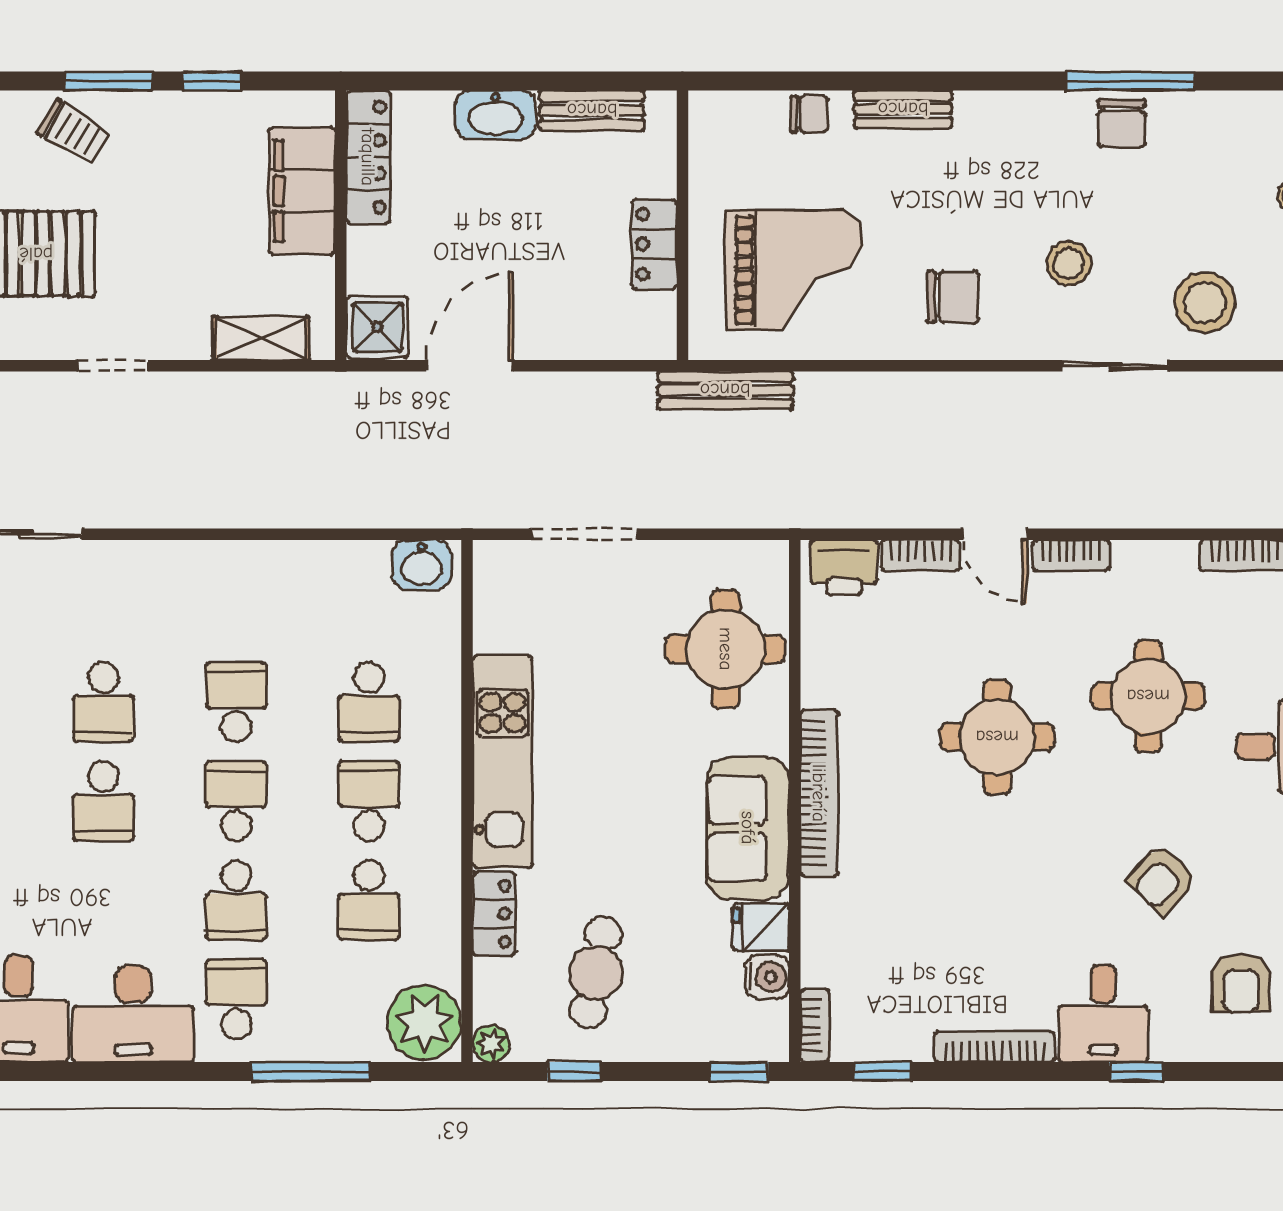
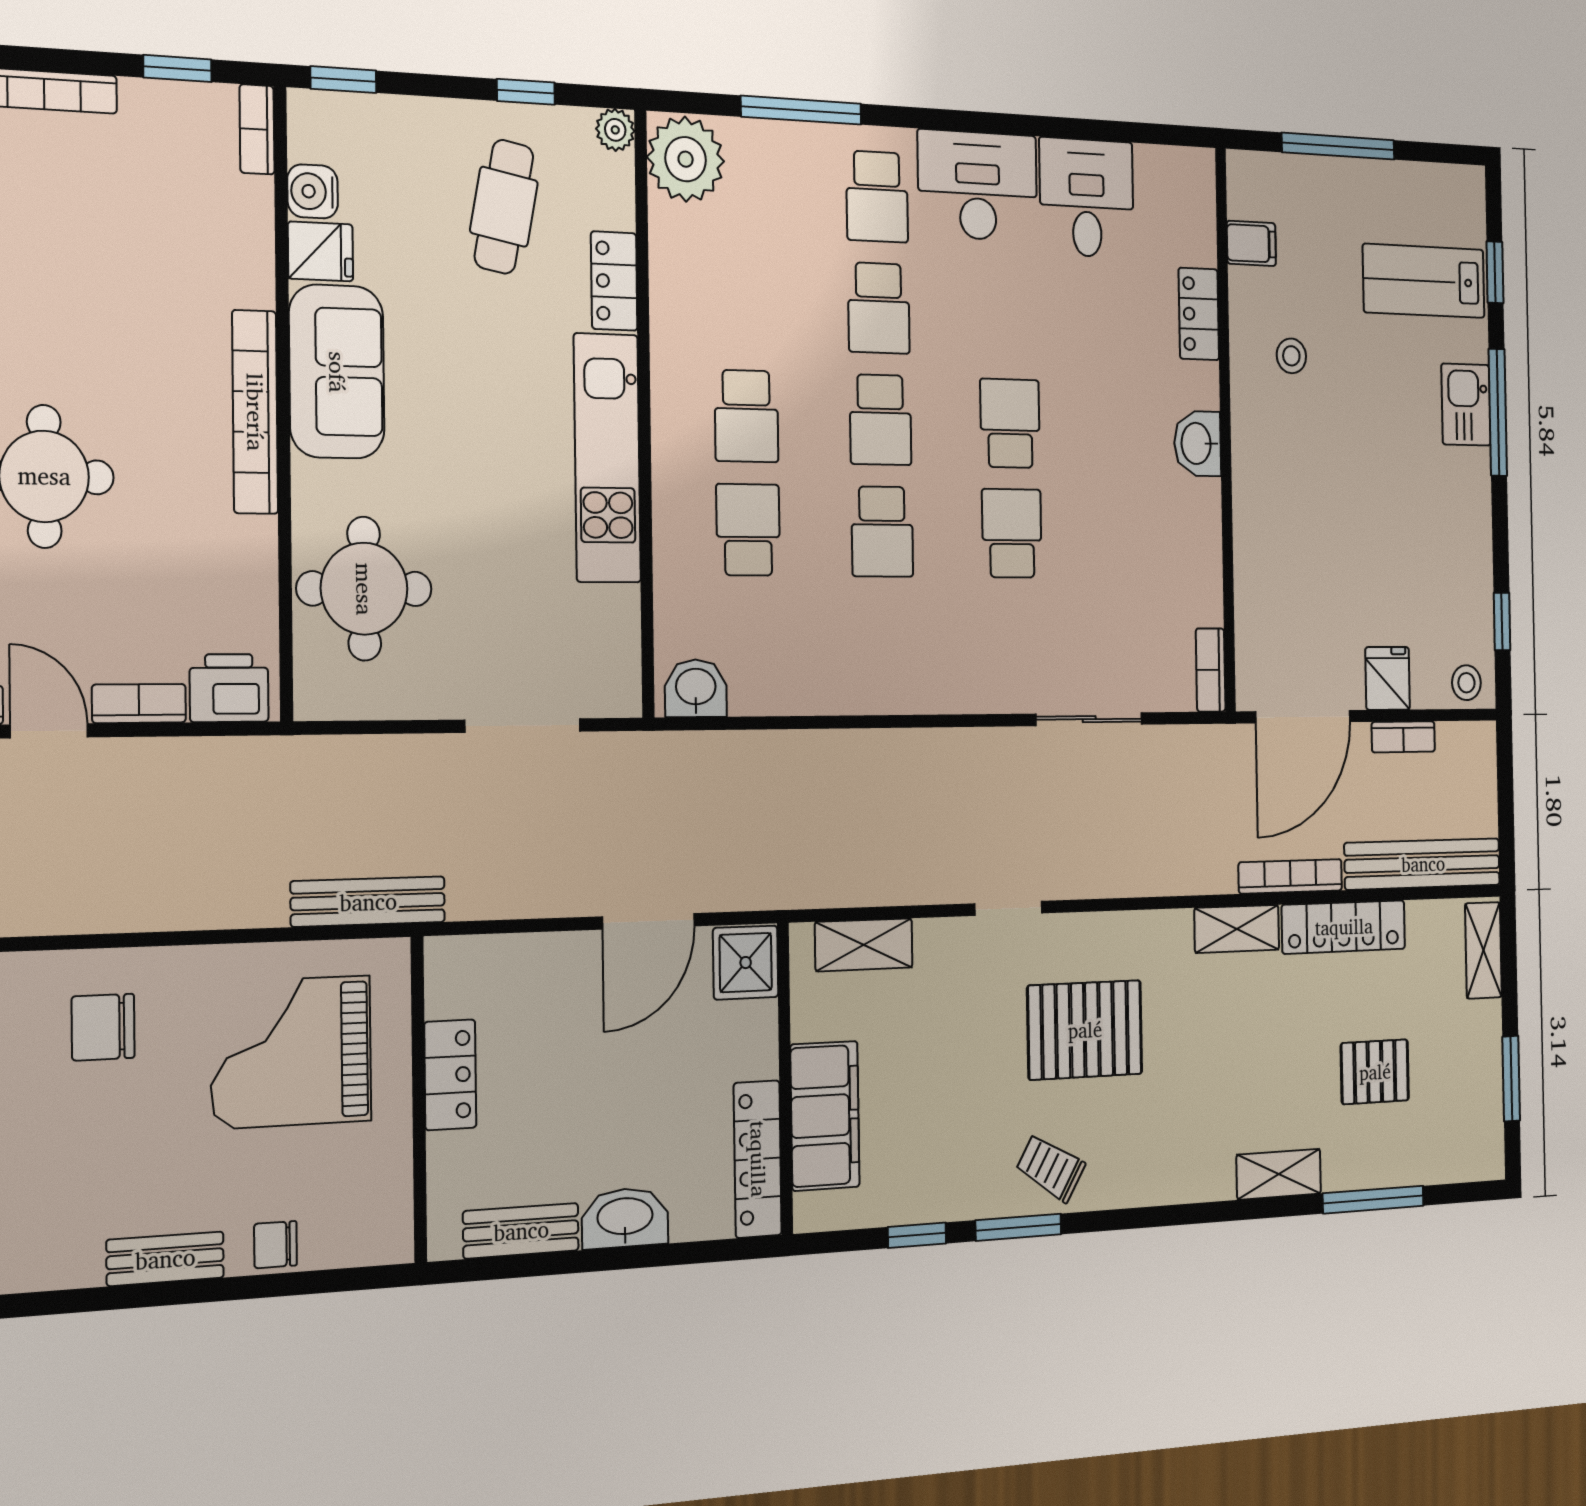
school desk: (236, 900) -> (879, 308), turned 180
school desk: (369, 900) -> (745, 302), removed

